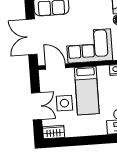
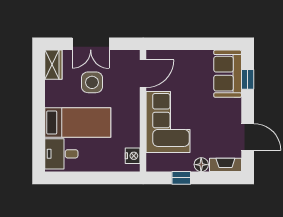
double door: (32, 37) -> (186, 44), removed
bed: (87, 91) -> (78, 122), moved, turned 180

